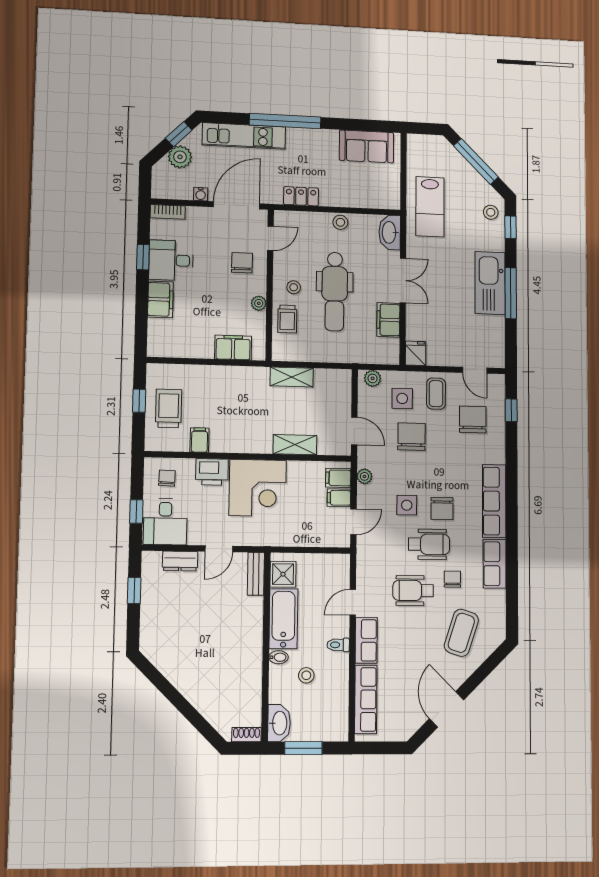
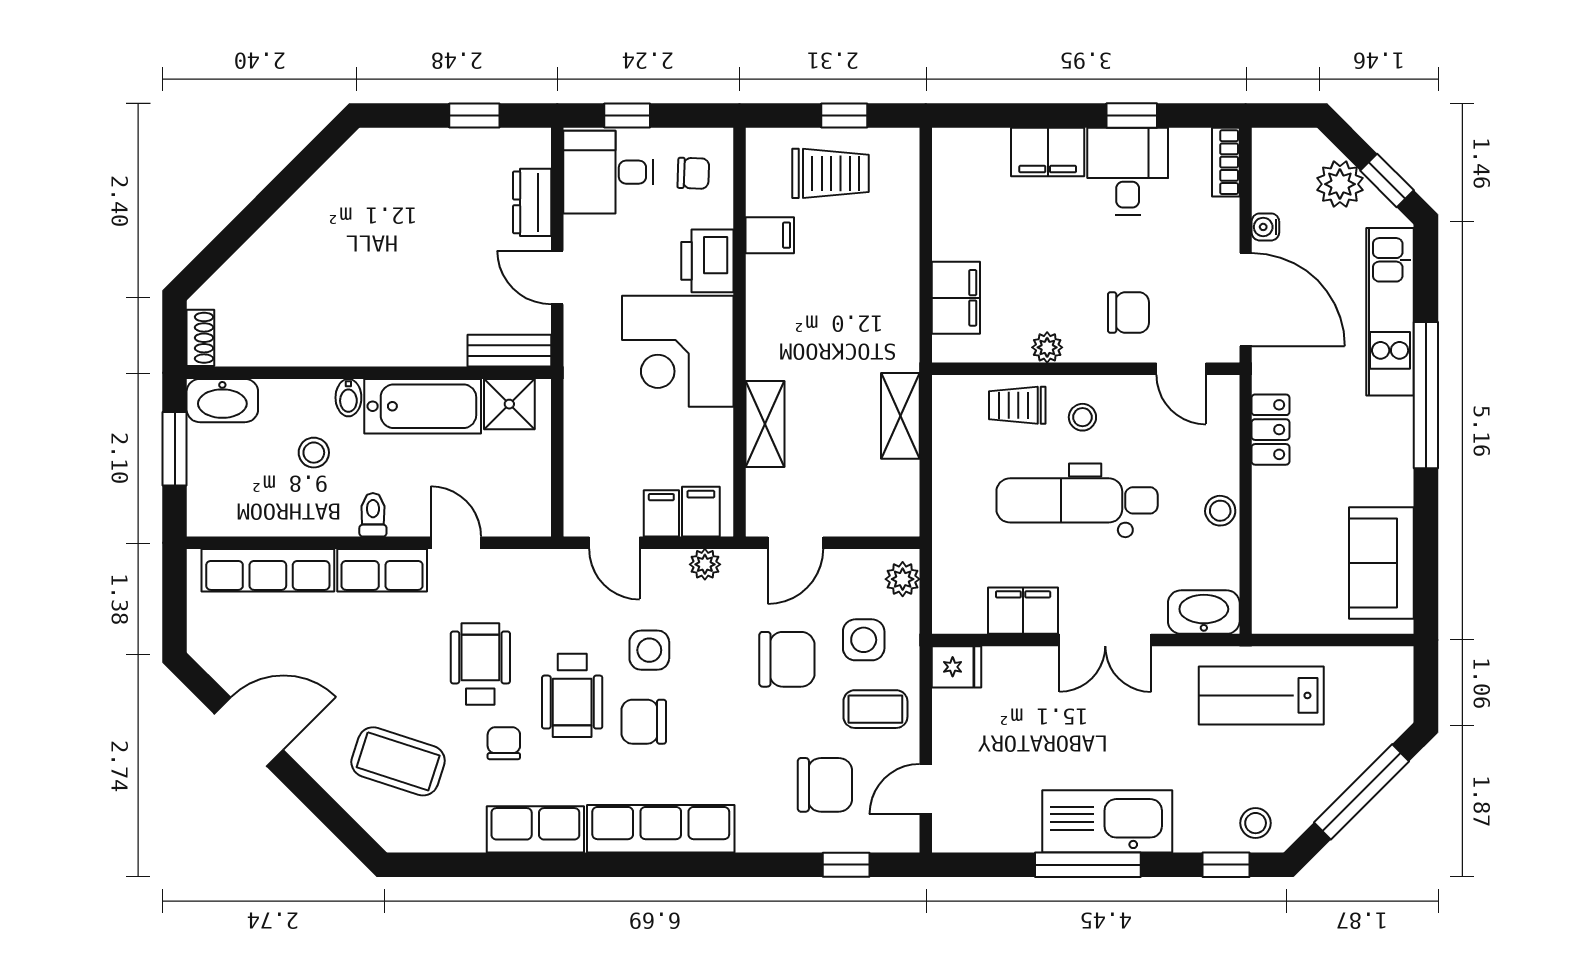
chair: (452, 579) -> (504, 743), turned -90

